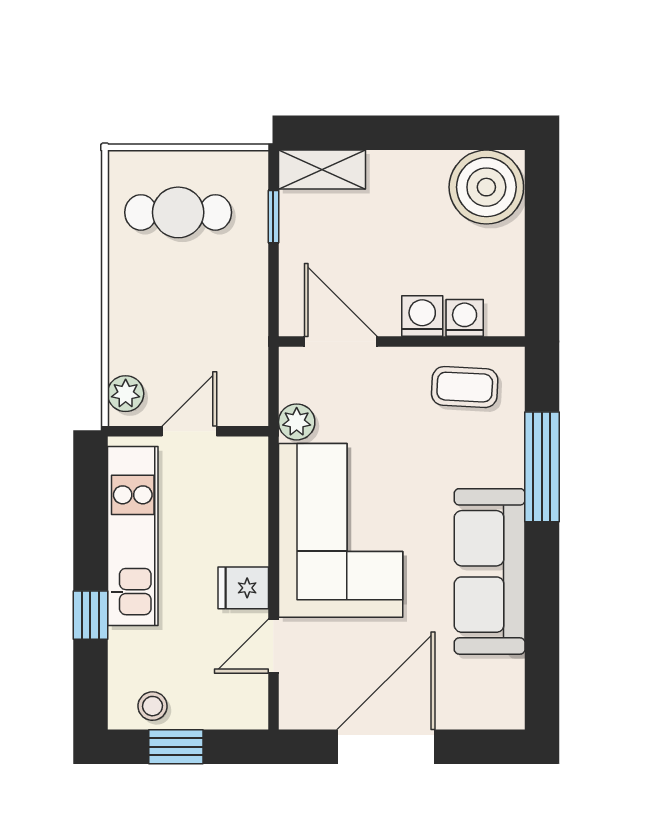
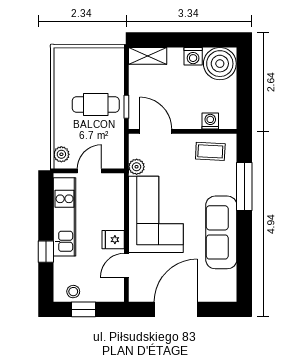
cafe table: (178, 212) -> (96, 105), moved
window: (273, 217) -> (126, 107), moved
washing machine: (422, 316) -> (193, 56), moved, turned 180

